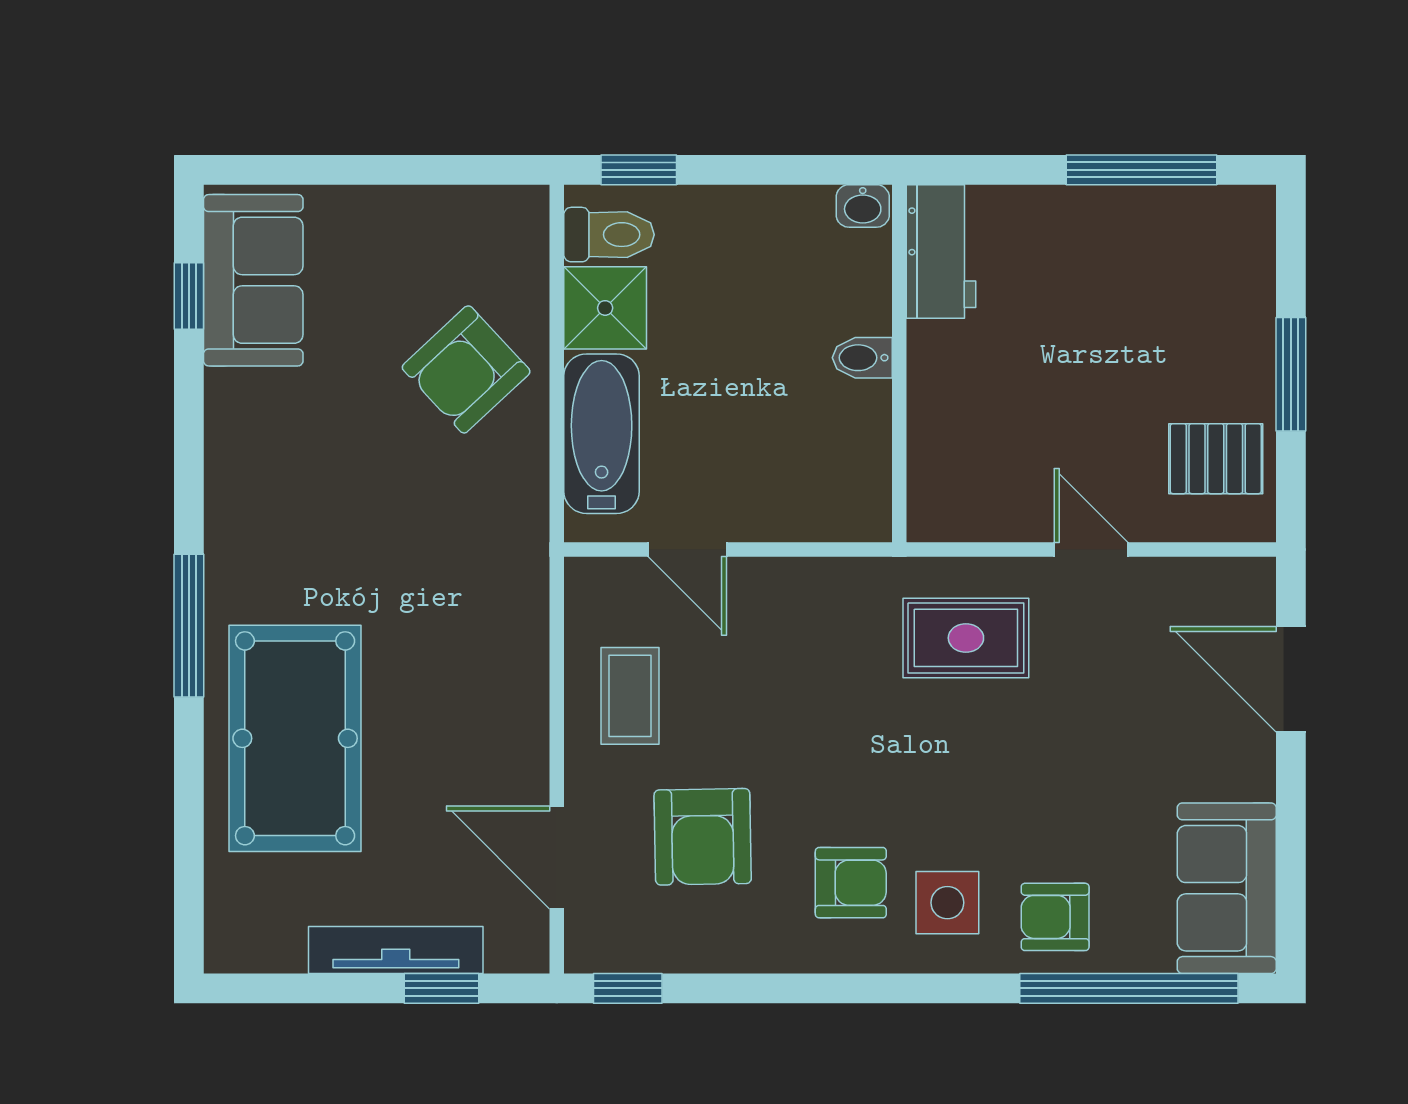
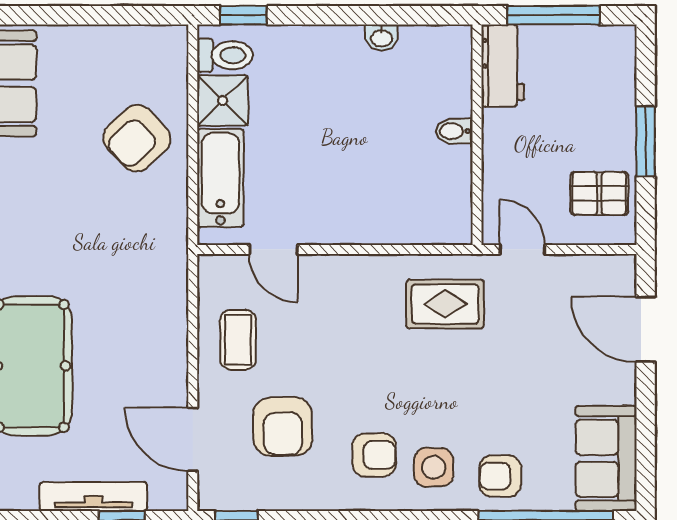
workbench: (941, 252) -> (503, 66), moved
bidet: (862, 358) -> (454, 131), moved
wall: (899, 364) -> (477, 135), moved

